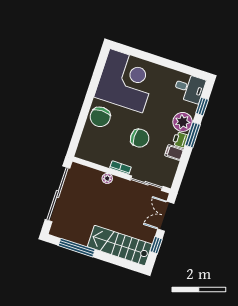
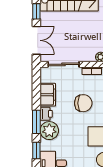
chair: (140, 138) -> (83, 103), turned 180
filing cabinet: (174, 153) -> (48, 95), width x2.00

